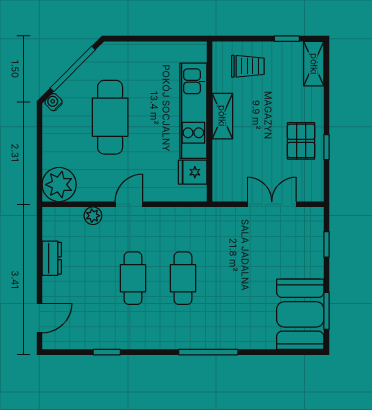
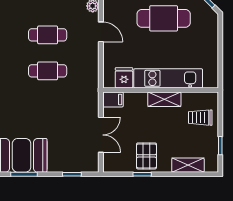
shelving: (314, 64) -> (188, 165), moved
trolley: (248, 66) -> (200, 118), turned 90
pallet: (301, 141) -> (146, 156), turned 90
filing cabinet: (223, 187) -> (113, 99), added

